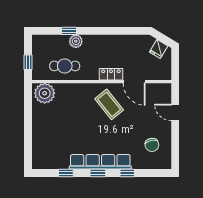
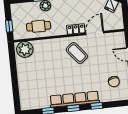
door: (134, 82) -> (95, 33), swing flipped

